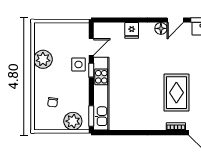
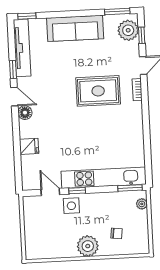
plant: (43, 59) -> (88, 246), moved
plant: (73, 121) -> (142, 204), width x0.53, depth x0.53

